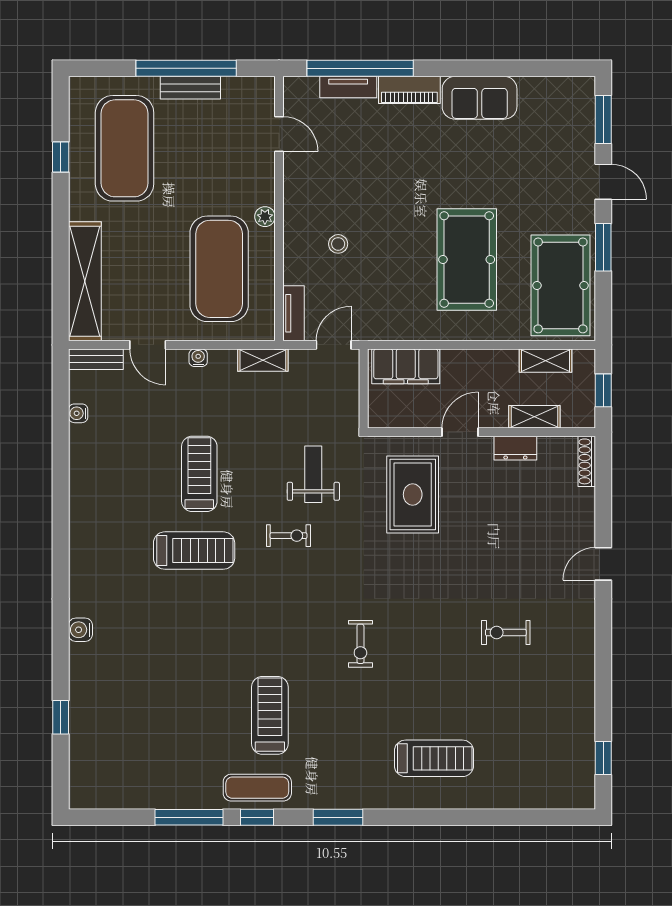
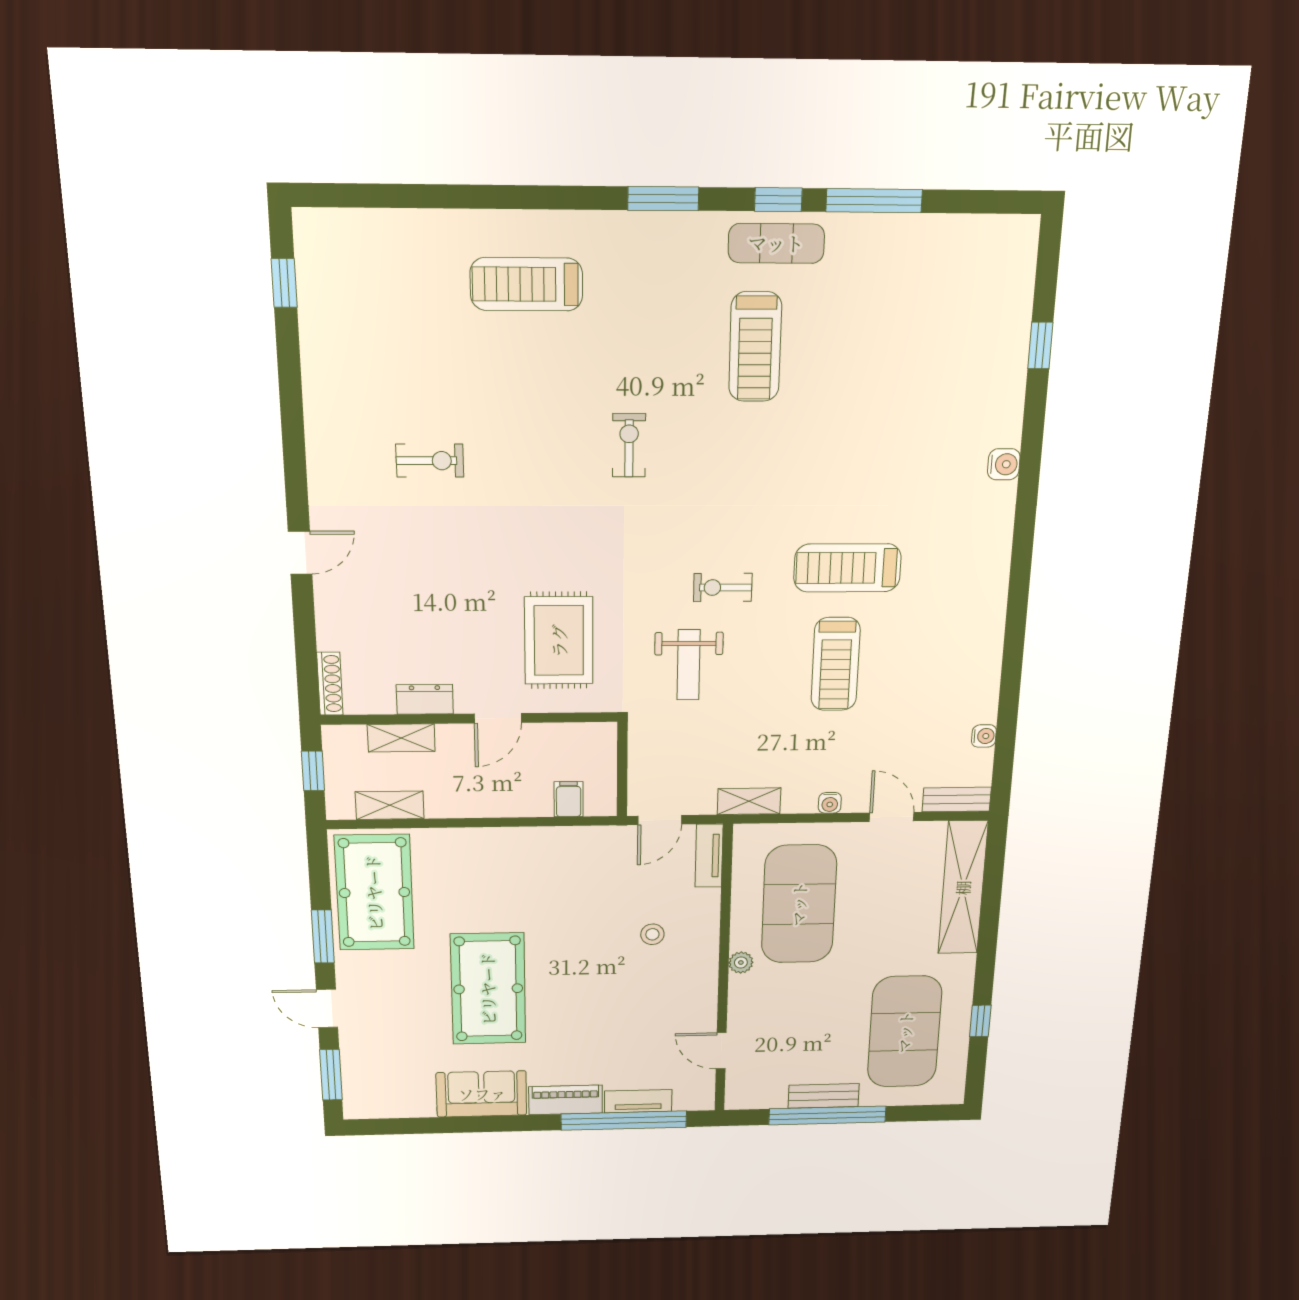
pool table: (467, 260) -> (488, 989), moved
filing cabinet: (406, 366) -> (569, 799), width x0.33, depth x0.86

